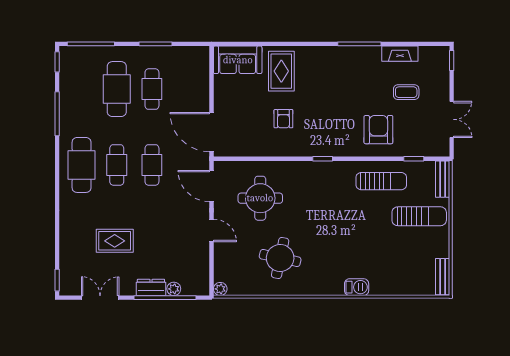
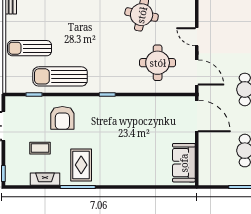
sofa: (238, 60) -> (184, 163), moved, turned -90
rug: (281, 71) -> (81, 165), moved
armchair: (283, 119) -> (139, 127), removed
bench: (443, 179) -> (11, 78), removed
sun lounger: (381, 181) -> (60, 76), width x1.36, depth x1.34

